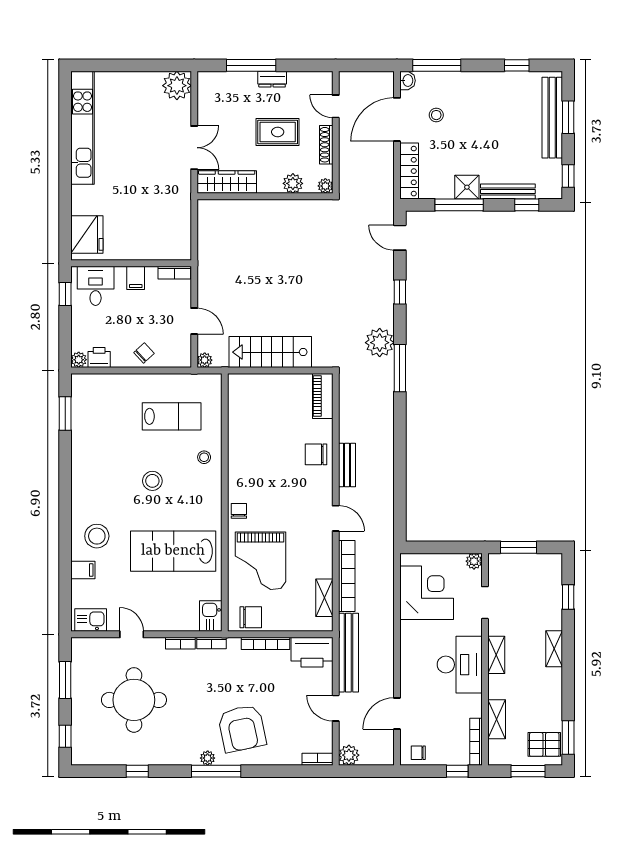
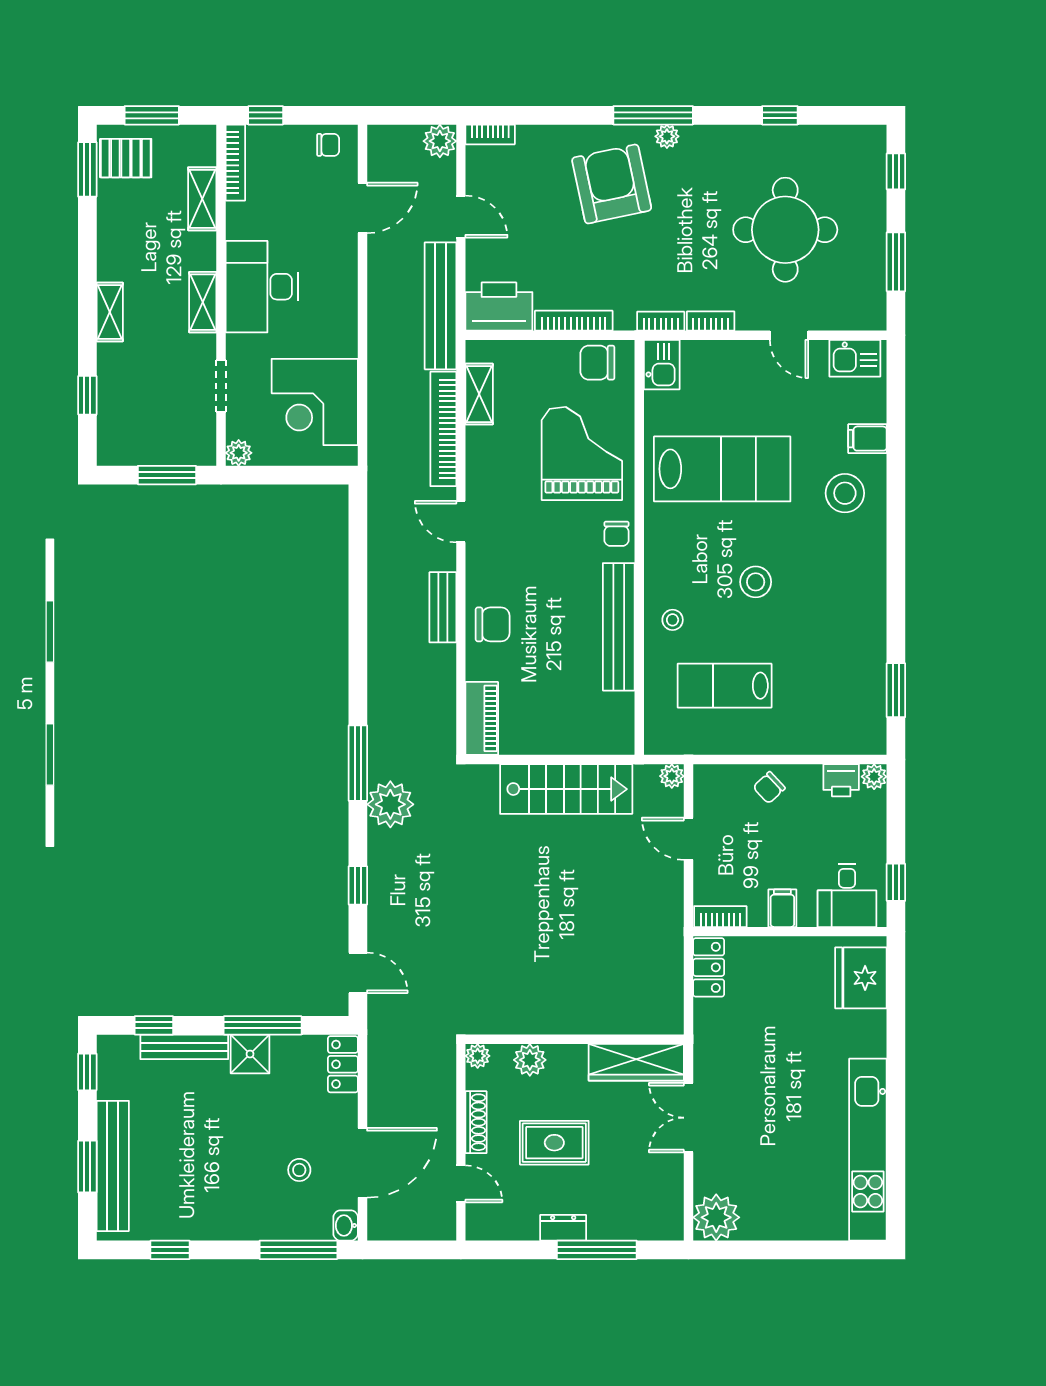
locker: (409, 171) -> (343, 1064), width x0.66
locker: (182, 241) -> (709, 967), added
bench: (238, 453) -> (619, 627), added

